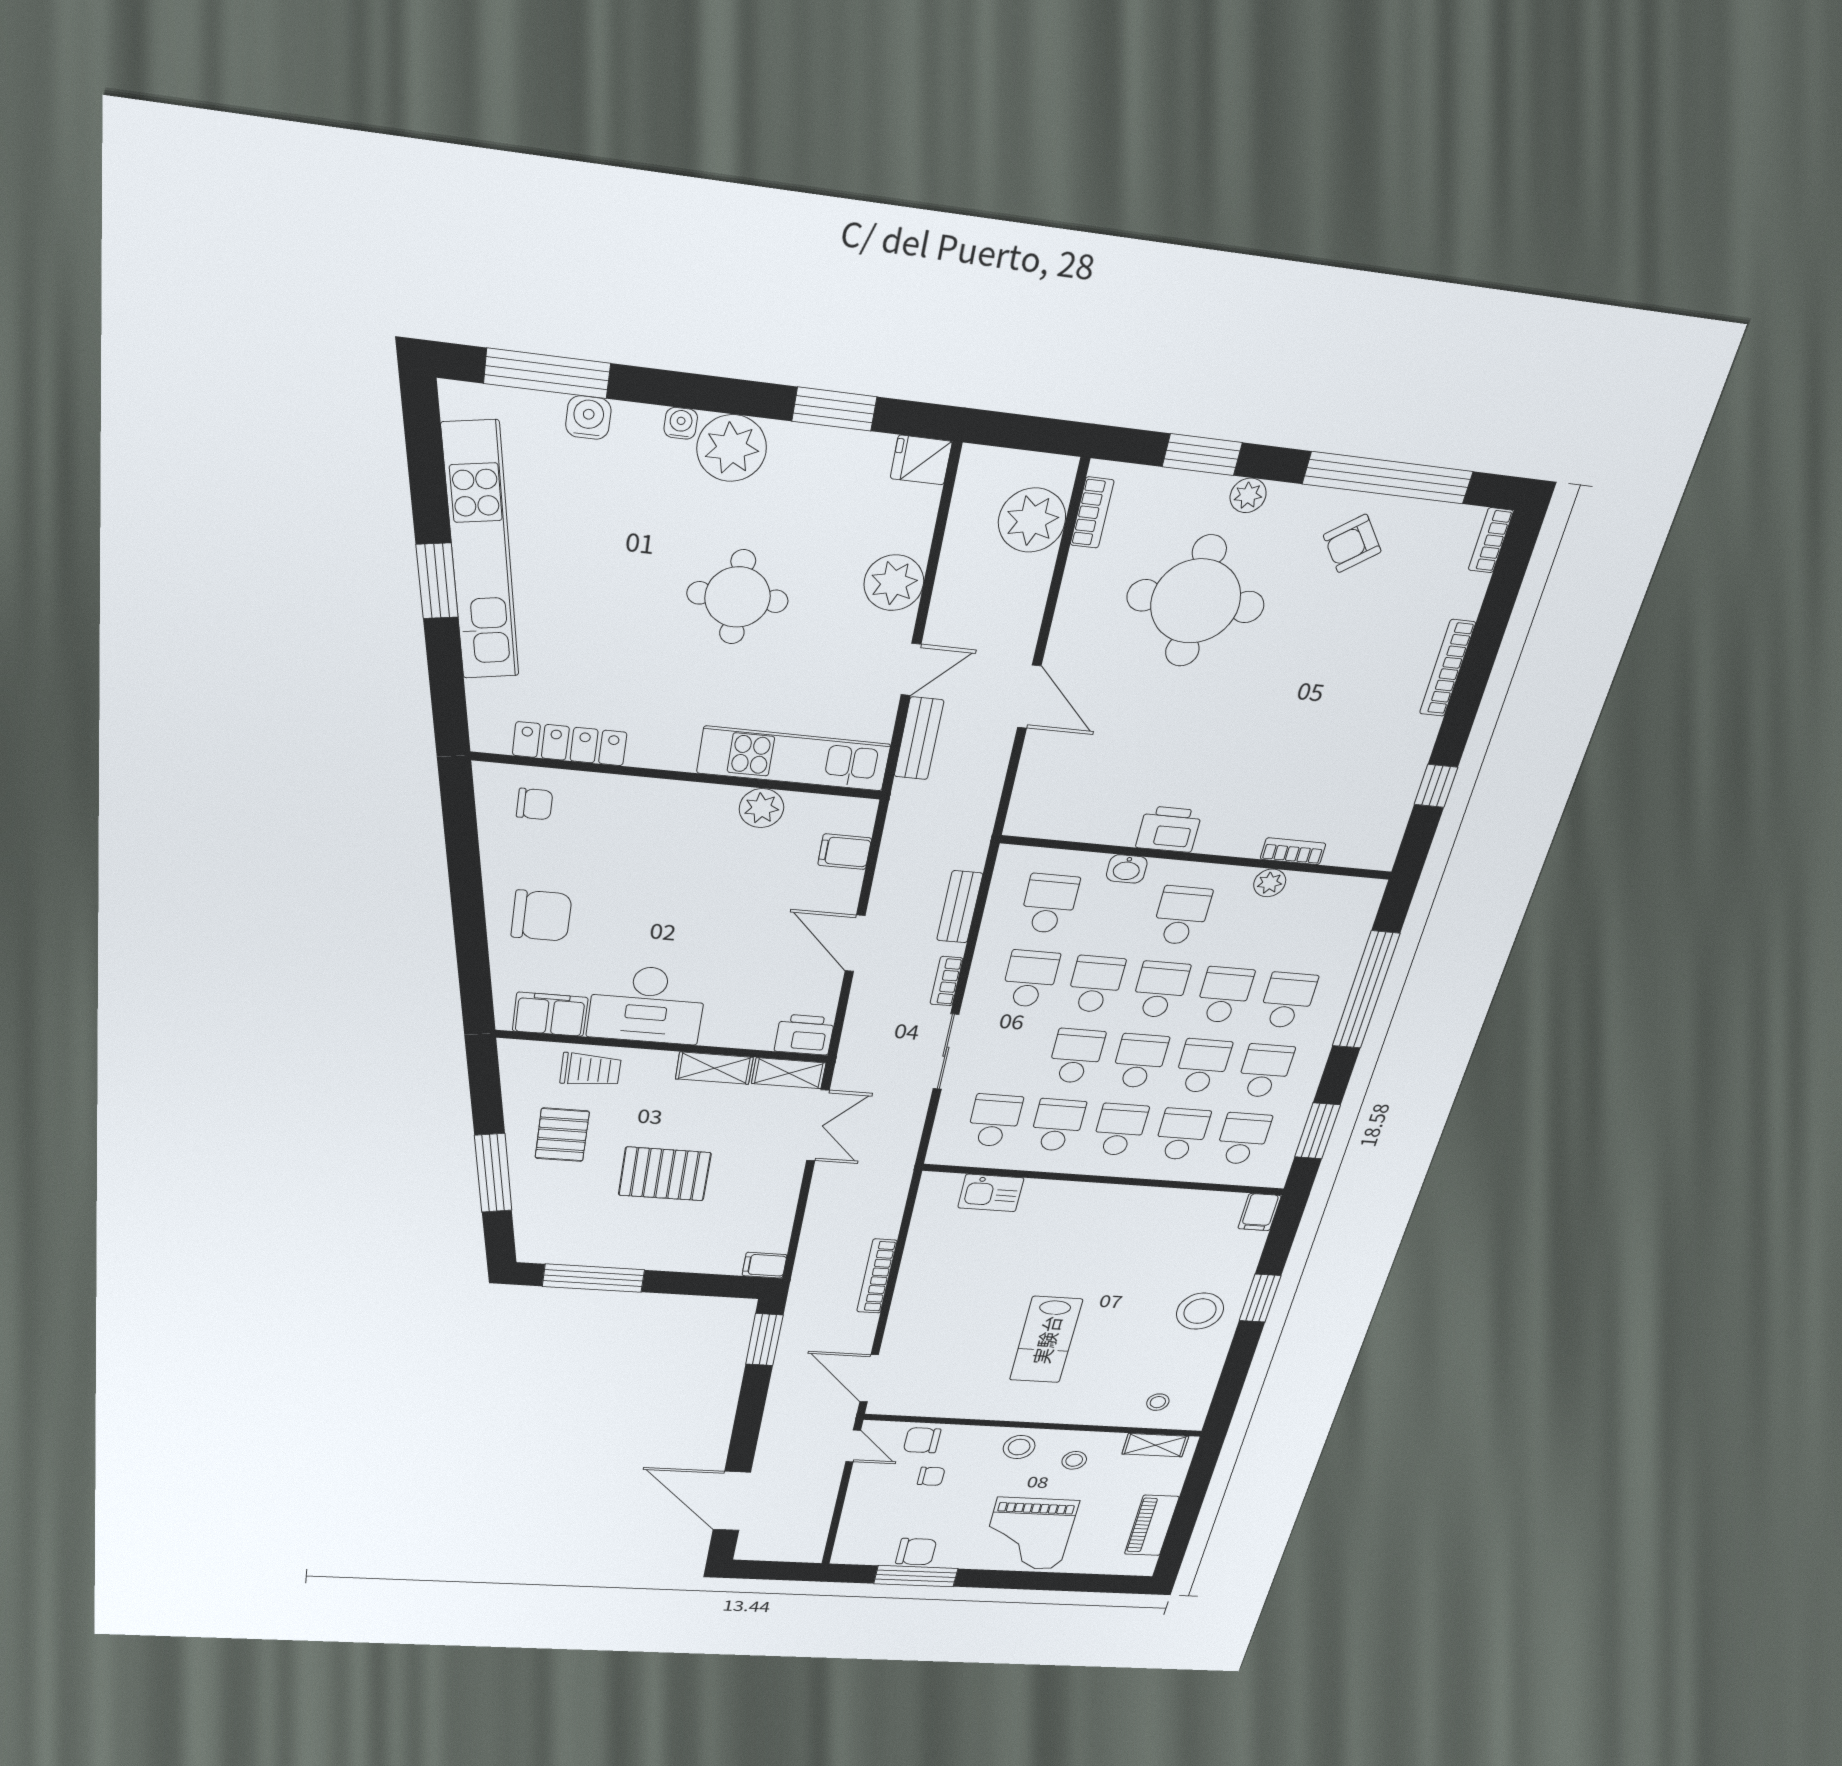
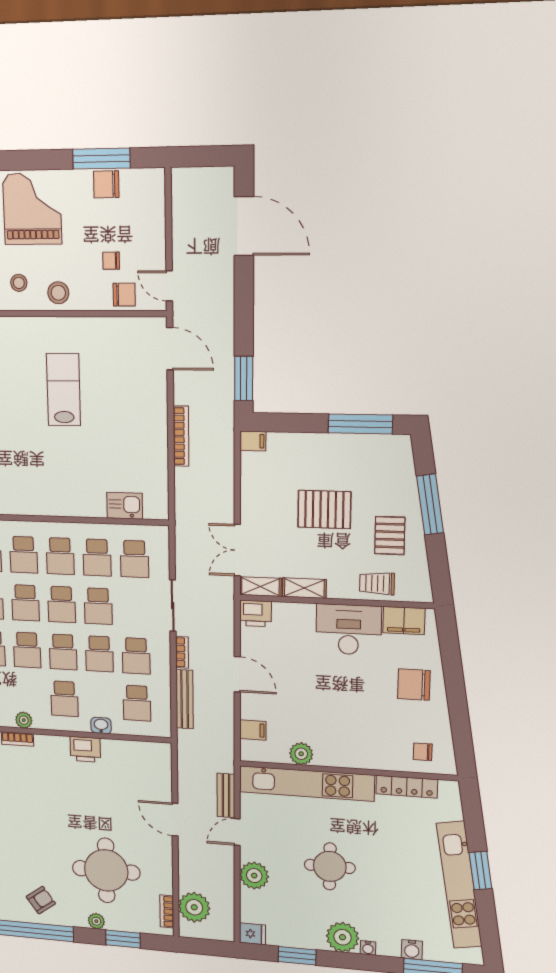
kitchen unit: (794, 759) -> (306, 784), width x1.36
bench: (960, 907) -> (185, 699), width x1.36

